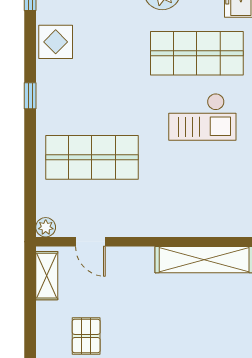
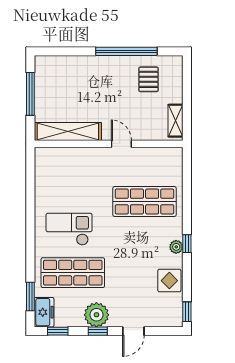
plant: (46, 227) -> (176, 247), moved
door: (90, 242) -> (121, 144), moved

